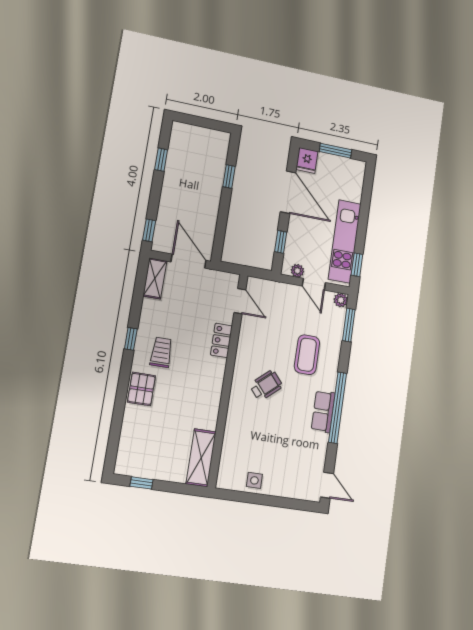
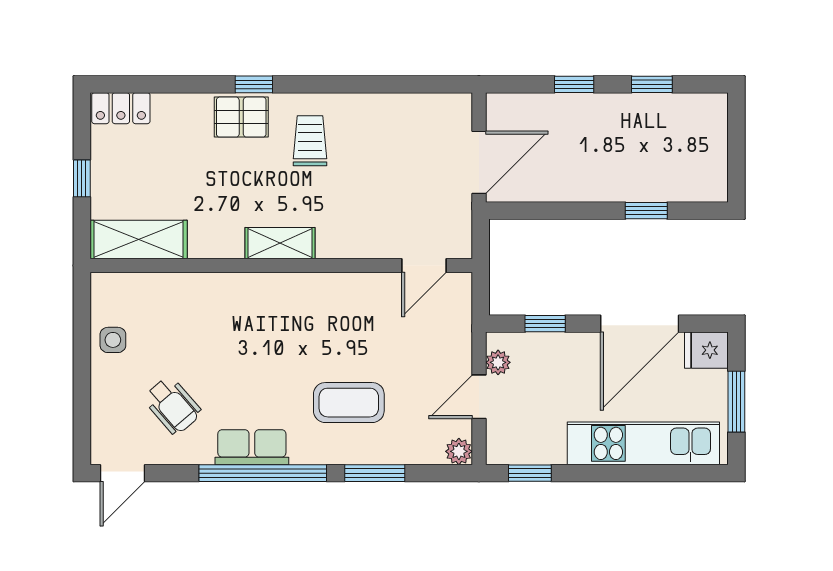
window: (149, 230) -> (574, 84), moved
kitchen unit: (345, 241) -> (643, 443), moved
shelving: (155, 278) -> (280, 243), moved
window: (349, 325) -> (375, 473), moved
window: (131, 339) -> (254, 84), moved
locker: (221, 340) -> (121, 108), moved, turned 180
trolley: (161, 352) -> (310, 141), turned -90
wheelchair: (266, 385) -> (173, 406), moved
window: (141, 483) -> (82, 178), moved

